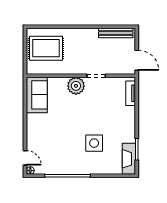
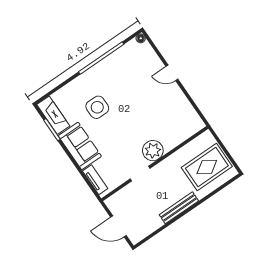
bench: (116, 33) -> (179, 208), moved
door: (137, 60) -> (118, 226), moved
sofa: (37, 95) -> (80, 146), moved, turned 180
door: (25, 158) -> (172, 73), moved

